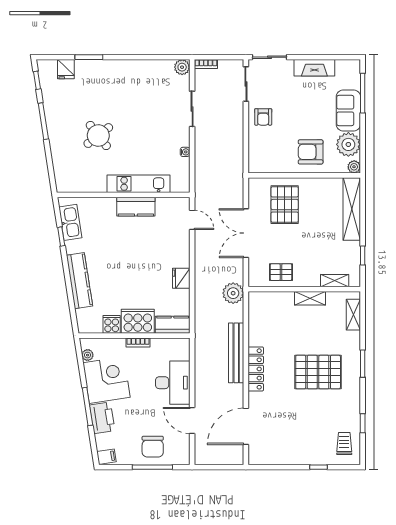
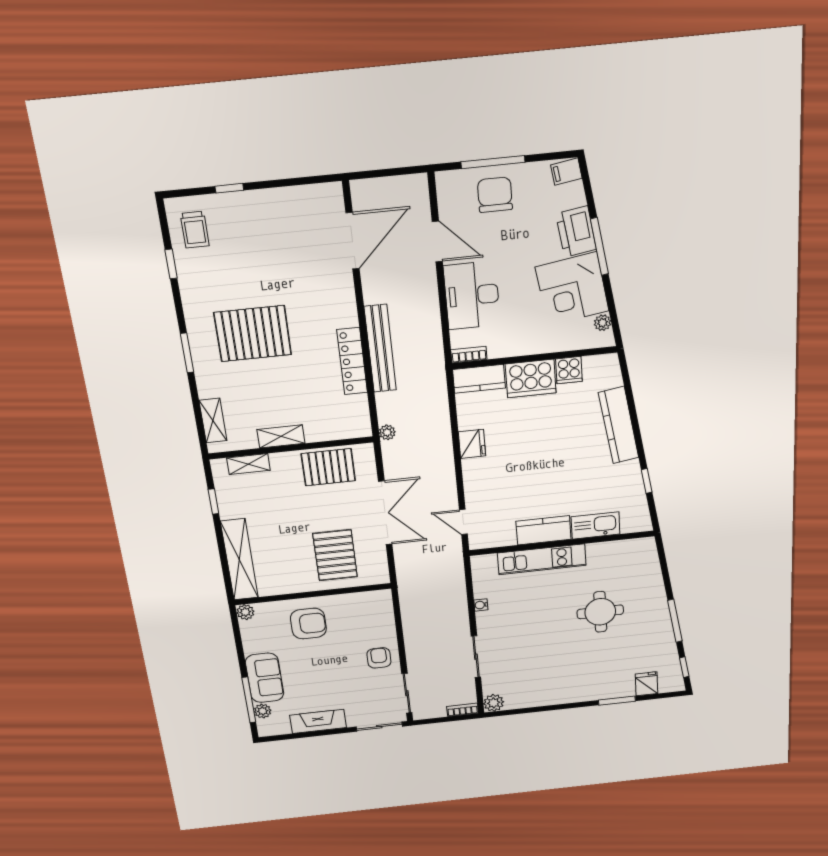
round table: (98, 136) -> (600, 612), turned 38
plant: (348, 144) -> (263, 711), moved, width x0.53, depth x0.53
kitchen sink: (70, 222) -> (596, 525), moved, turned 99
pallet: (281, 272) -> (328, 467), width x1.50, depth x1.42
plant: (233, 293) -> (387, 432), width x0.53, depth x0.53
bookcase: (138, 342) -> (469, 355), moved
locker: (256, 369) -> (352, 361), moved

